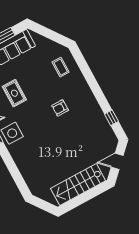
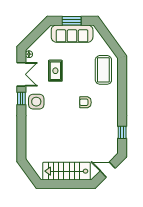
coffee table: (61, 67) -> (103, 70), width x1.86, depth x1.72

